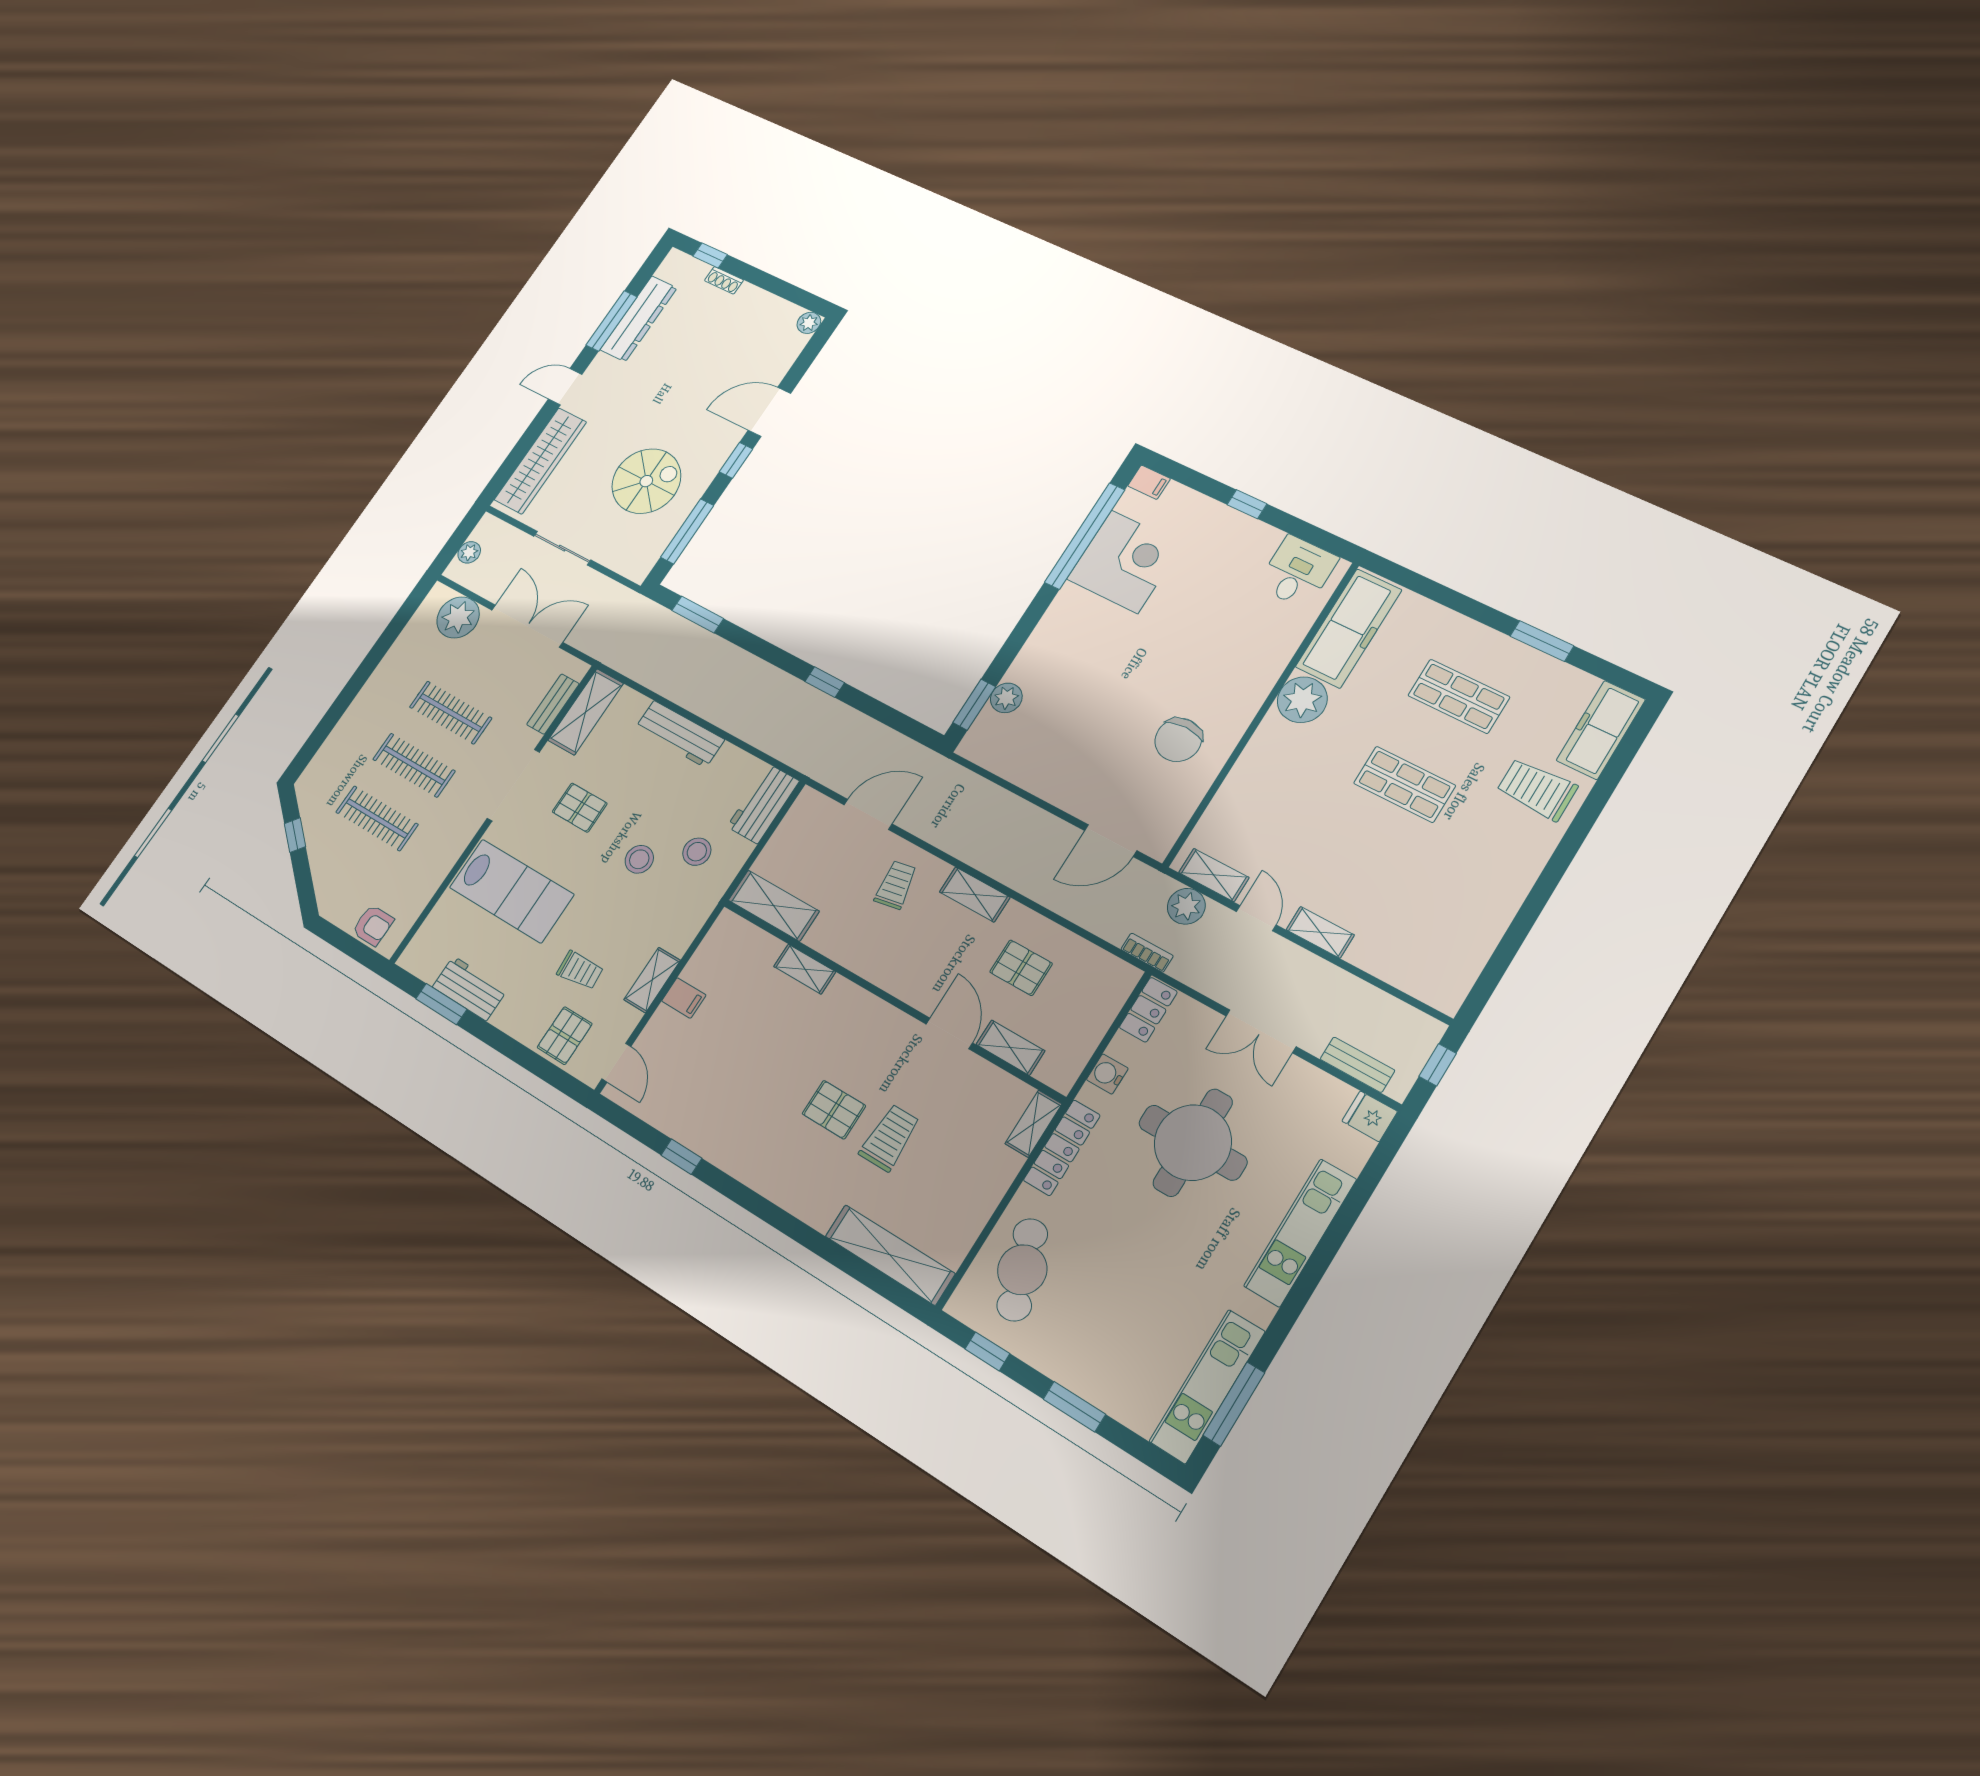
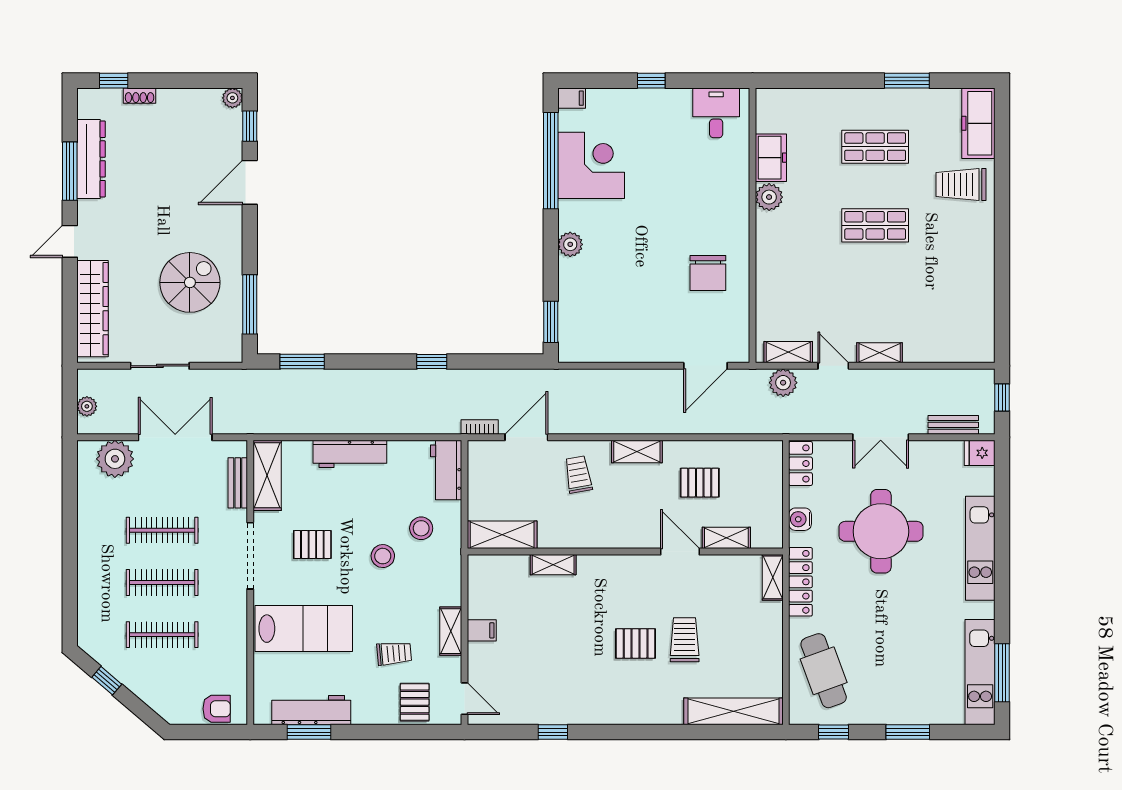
window: (736, 460) -> (250, 126), moved
freezer: (1349, 628) -> (771, 158), width x0.52, depth x0.79
plant: (1006, 698) -> (570, 244), moved
plant: (1302, 700) -> (769, 197), width x0.73, depth x0.73
bookcase: (1147, 953) -> (480, 427), moved
workbench: (470, 988) -> (311, 710), width x1.38

